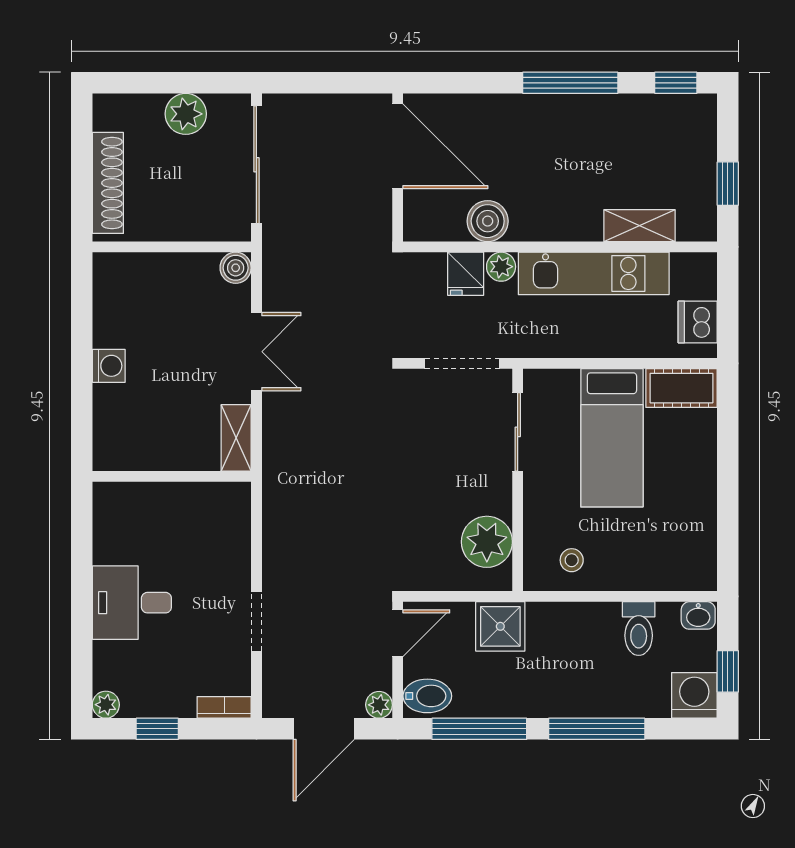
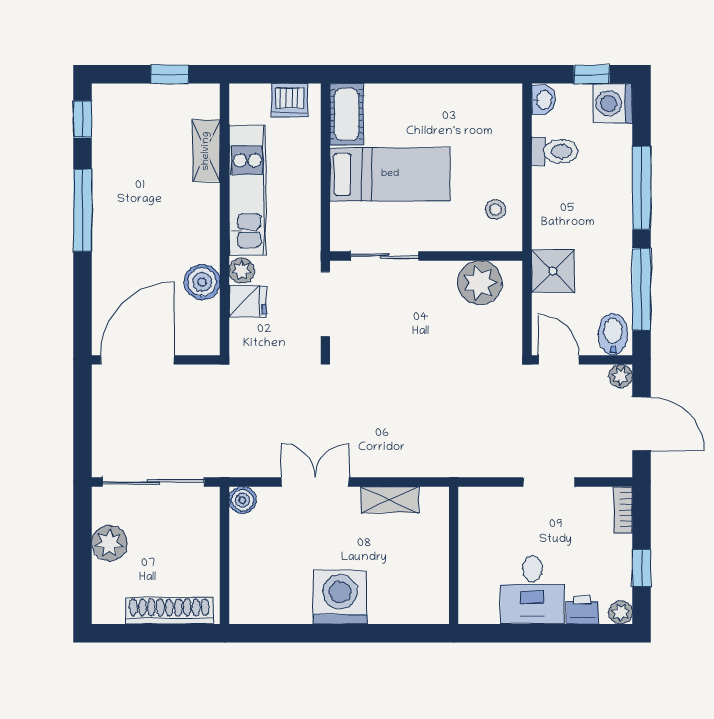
washing machine: (109, 366) -> (340, 597), width x1.89, depth x1.89
wall: (172, 476) -> (454, 555), moved
printer: (109, 660) -> (582, 610), added

